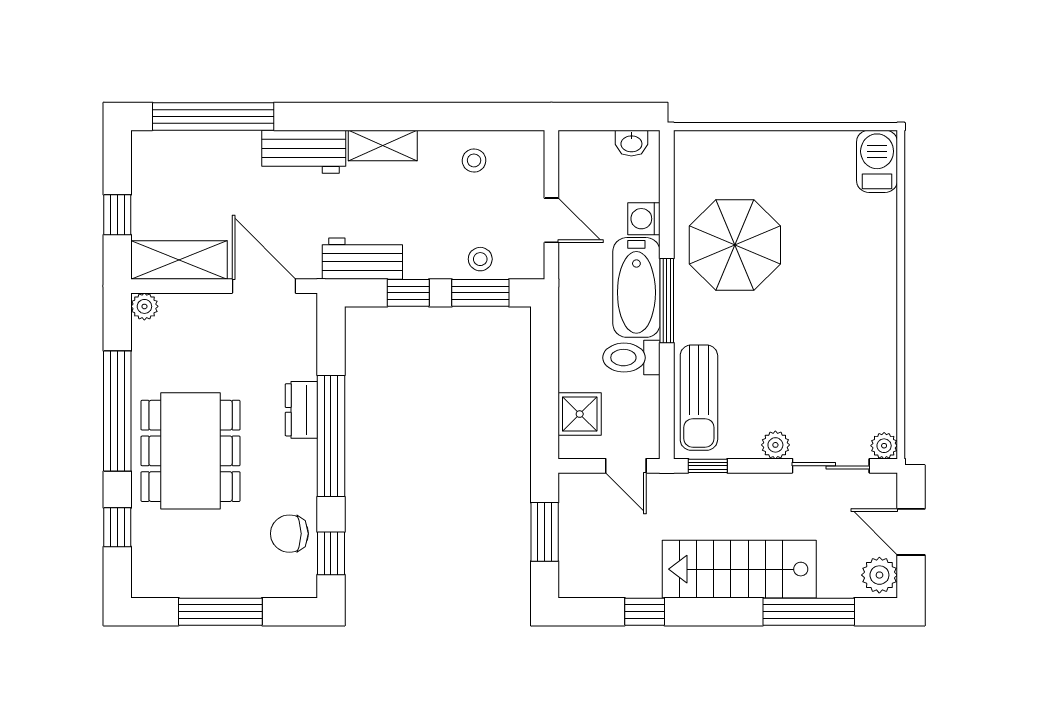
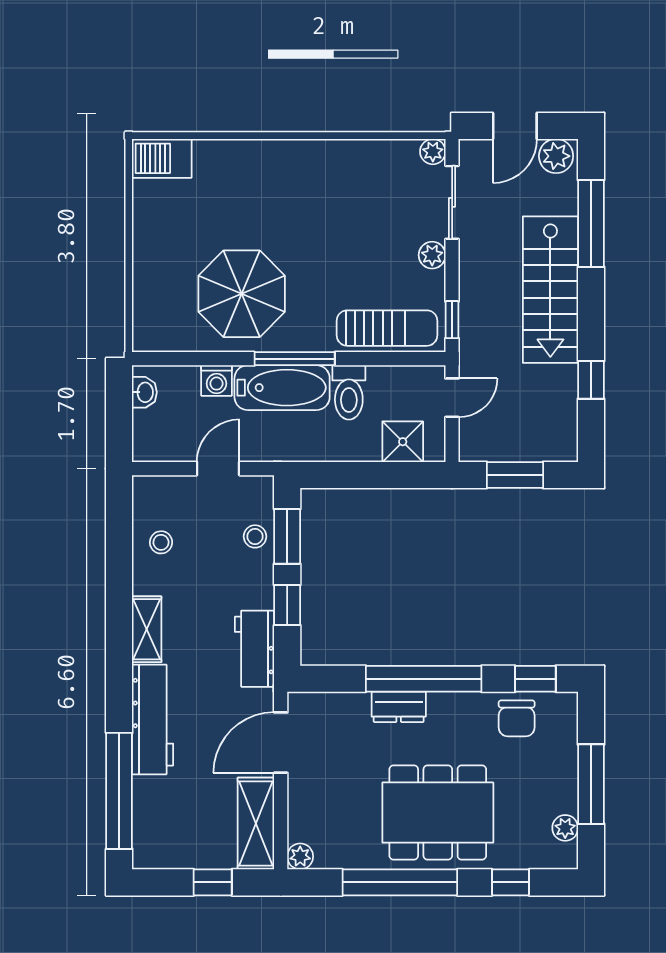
workbench: (304, 152) -> (153, 719), width x1.37
plant: (174, 585) -> (565, 828), added

